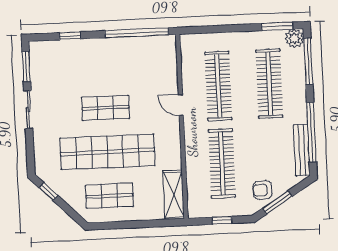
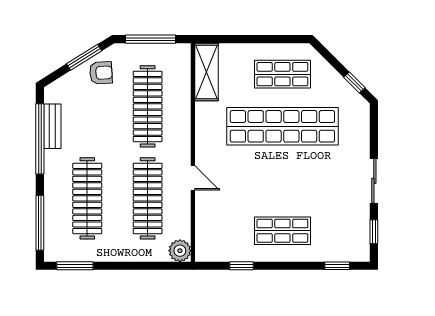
window: (137, 33) -> (241, 266), width x0.32
window: (70, 36) -> (337, 266), moved
plant: (294, 38) -> (180, 251), moved
window: (26, 66) -> (374, 232), width x0.67
shop shelf: (105, 108) -> (282, 231), moved
bench: (302, 150) -> (52, 126), width x0.73
window: (222, 220) -> (151, 39), width x2.17

